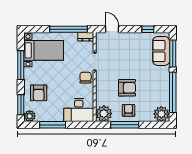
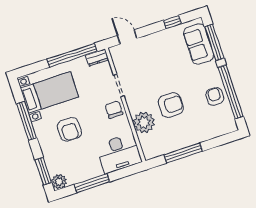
armchair: (39, 93) -> (69, 129), moved
armchair: (128, 110) -> (215, 96), moved
plant: (104, 114) -> (144, 122), moved
plant: (161, 114) -> (225, 124), removed

